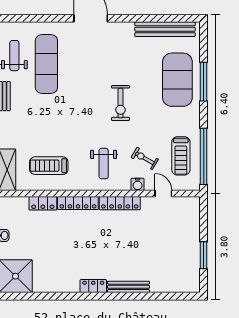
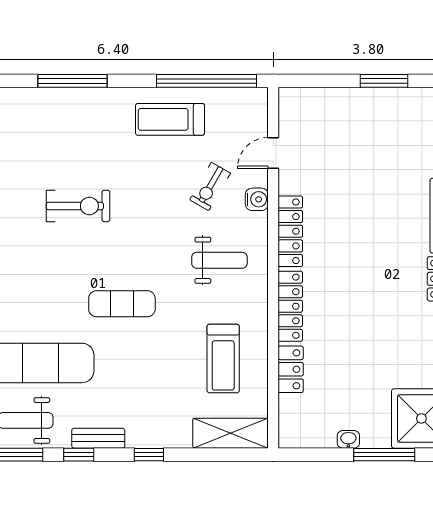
exercise mat: (177, 80) -> (122, 304), moved, width x0.50, depth x0.69
exercise bike: (121, 103) -> (78, 206), moved
treadmill: (181, 156) -> (170, 119), moved, turned 180

